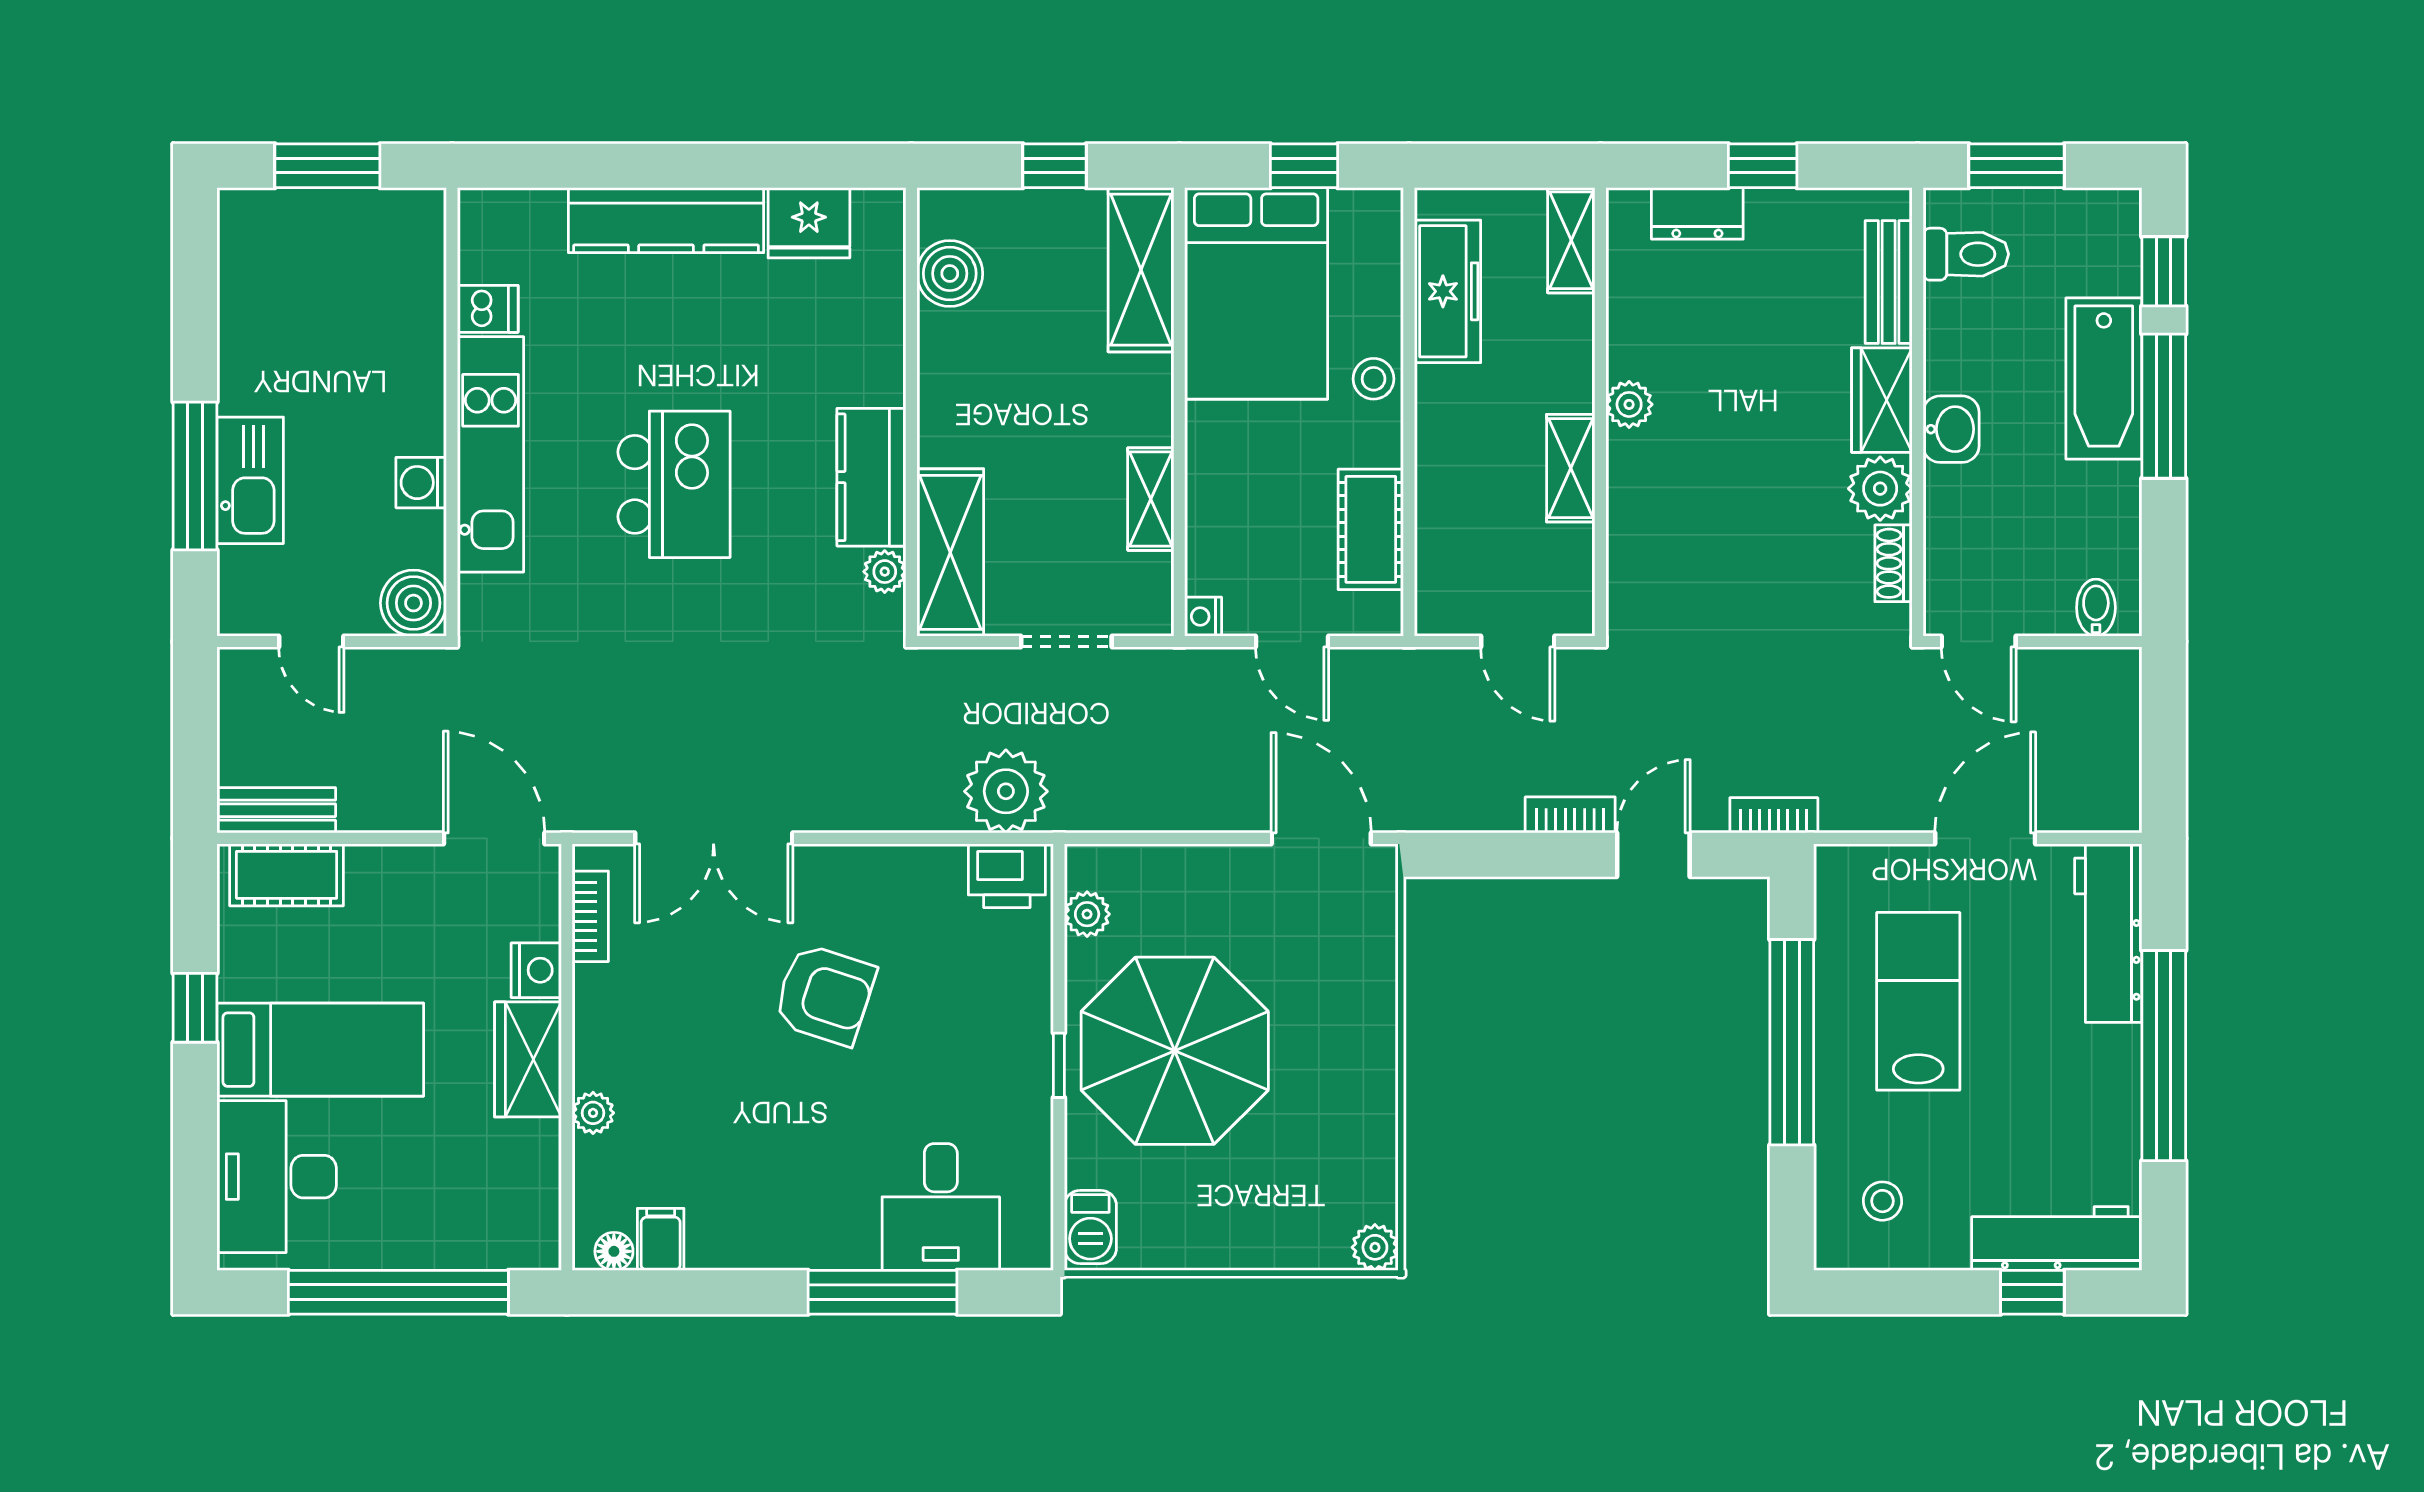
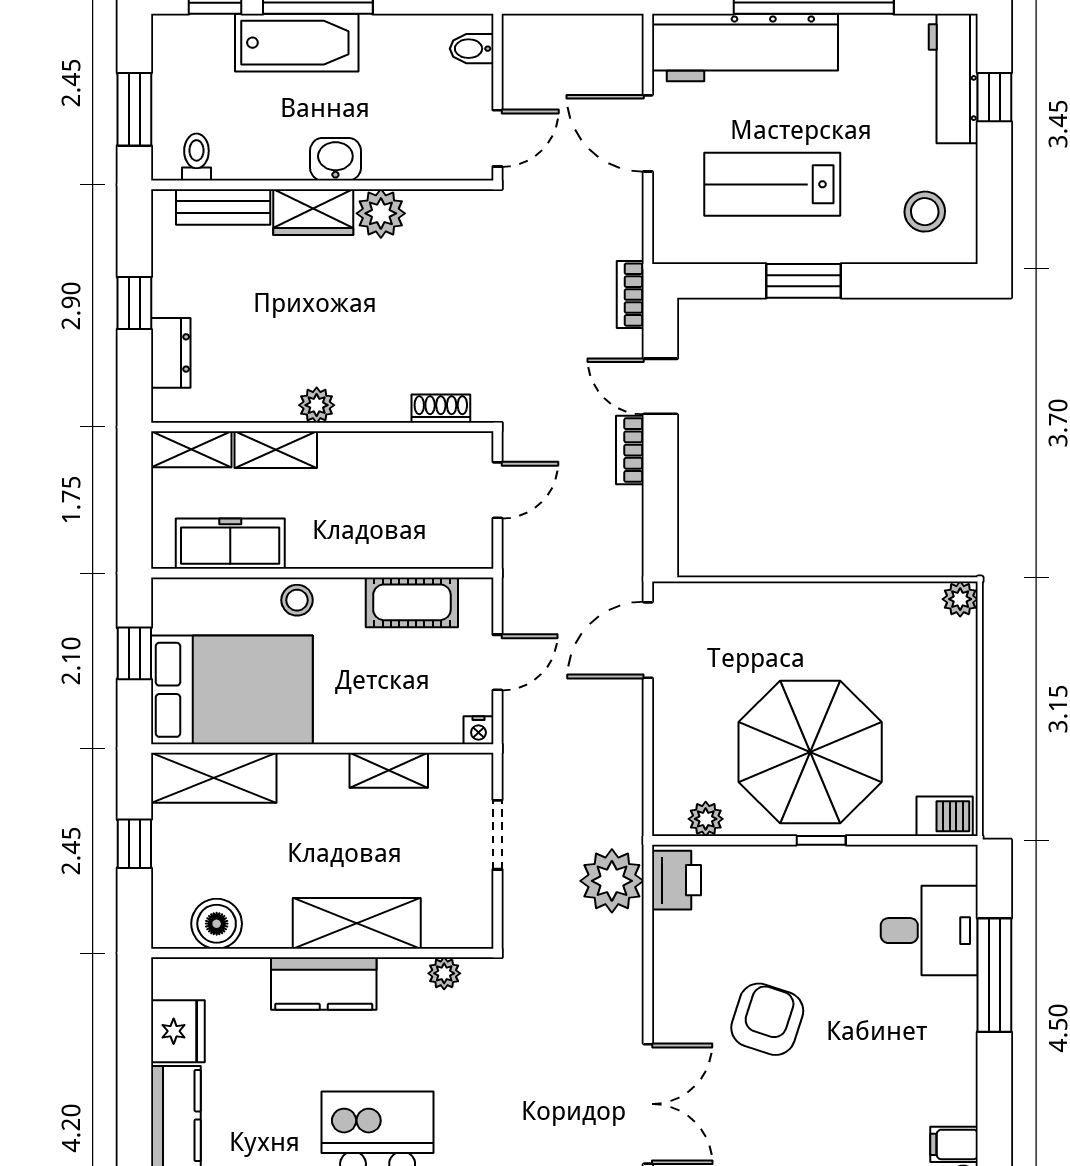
toilet: (1966, 254) -> (196, 157), width x0.73, depth x0.72
shelving: (1571, 468) -> (276, 450), moved
kitchen counter: (871, 477) -> (324, 984), moved
shelving: (950, 552) -> (357, 923), moved
shoe rack: (1893, 563) -> (441, 409), moved, turned 180
workbench: (2108, 933) -> (745, 48), width x1.36, depth x1.32
window: (1792, 1042) -> (804, 281), width x0.47
stool: (1882, 1201) -> (925, 212), width x1.37, depth x1.37

